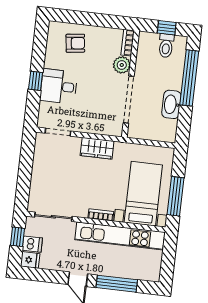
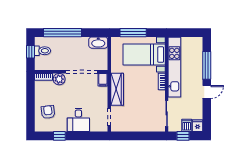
window: (36, 81) -> (59, 136), moved
washbasin: (171, 104) -> (98, 43), moved
filing cabinet: (113, 129) -> (103, 80), added
wardrobe: (97, 148) -> (117, 89), width x1.50
window: (176, 196) -> (133, 33), moved

